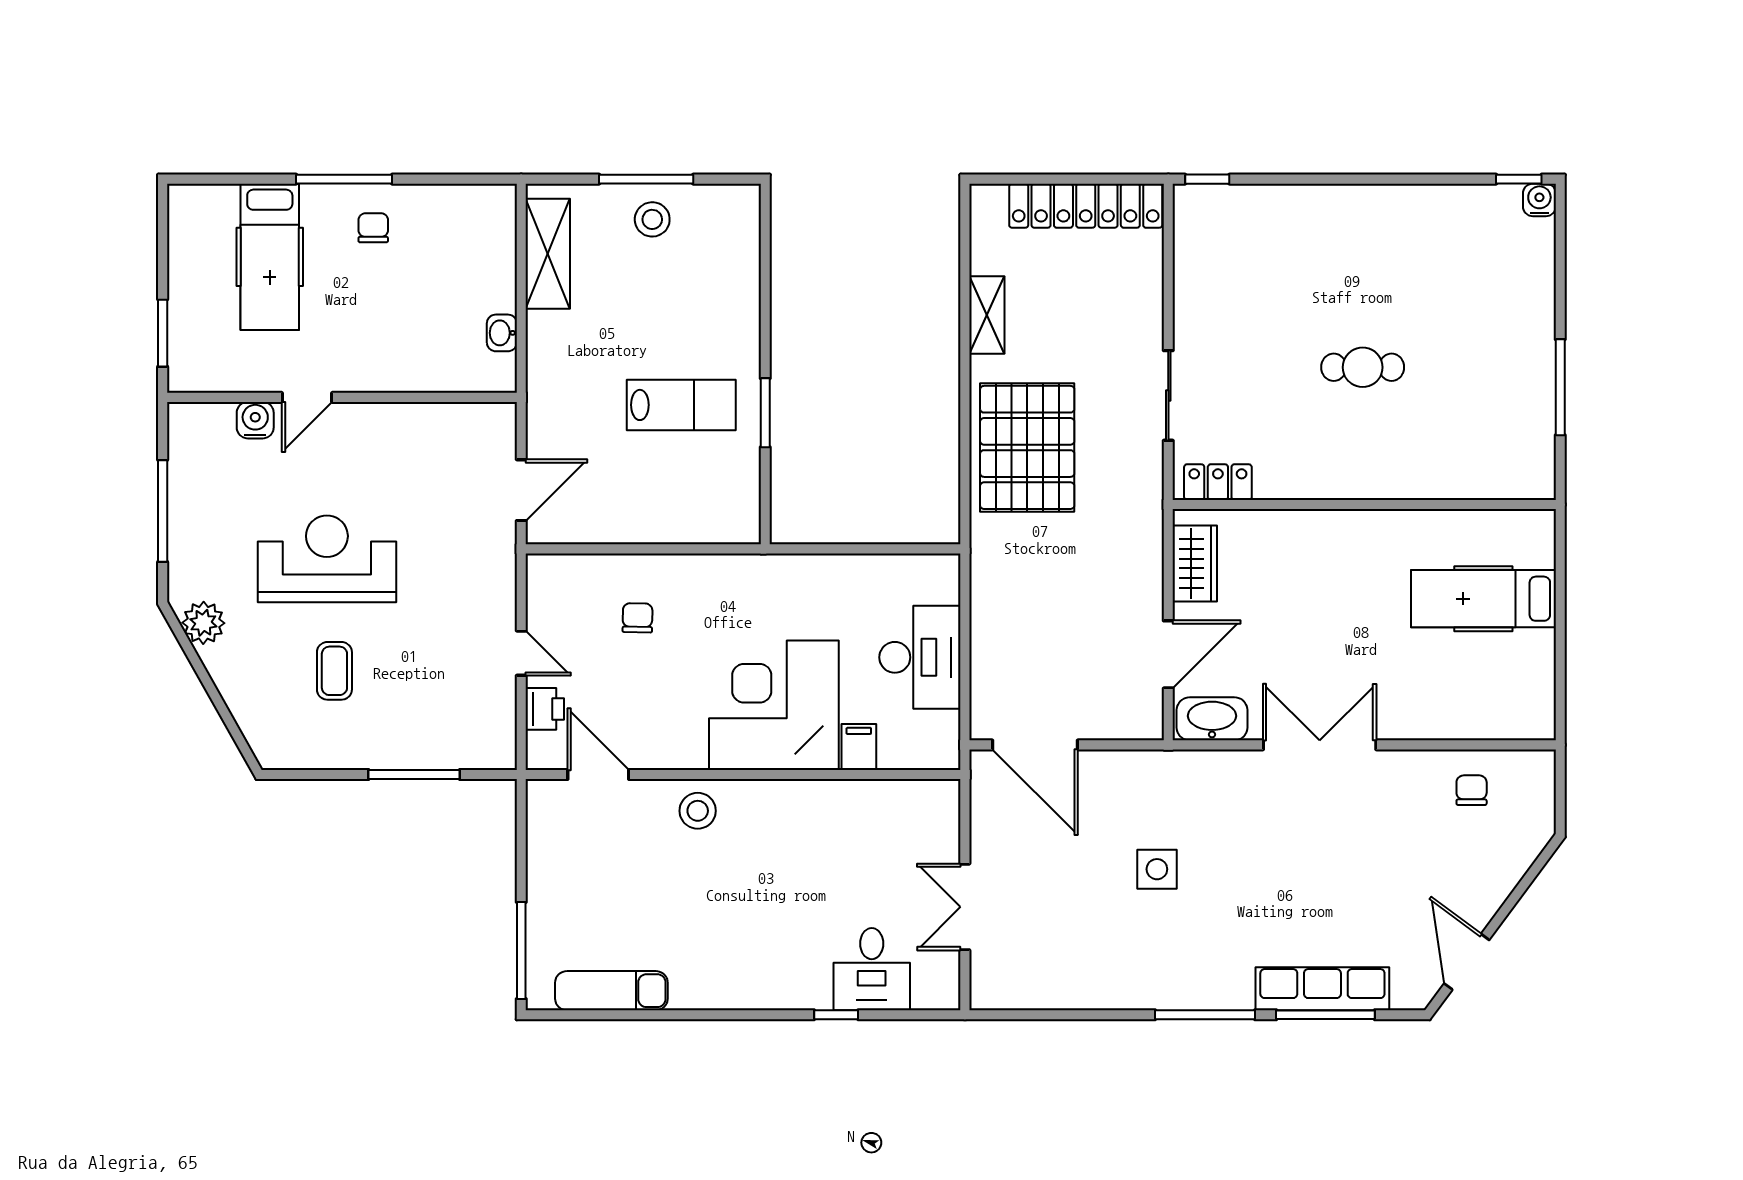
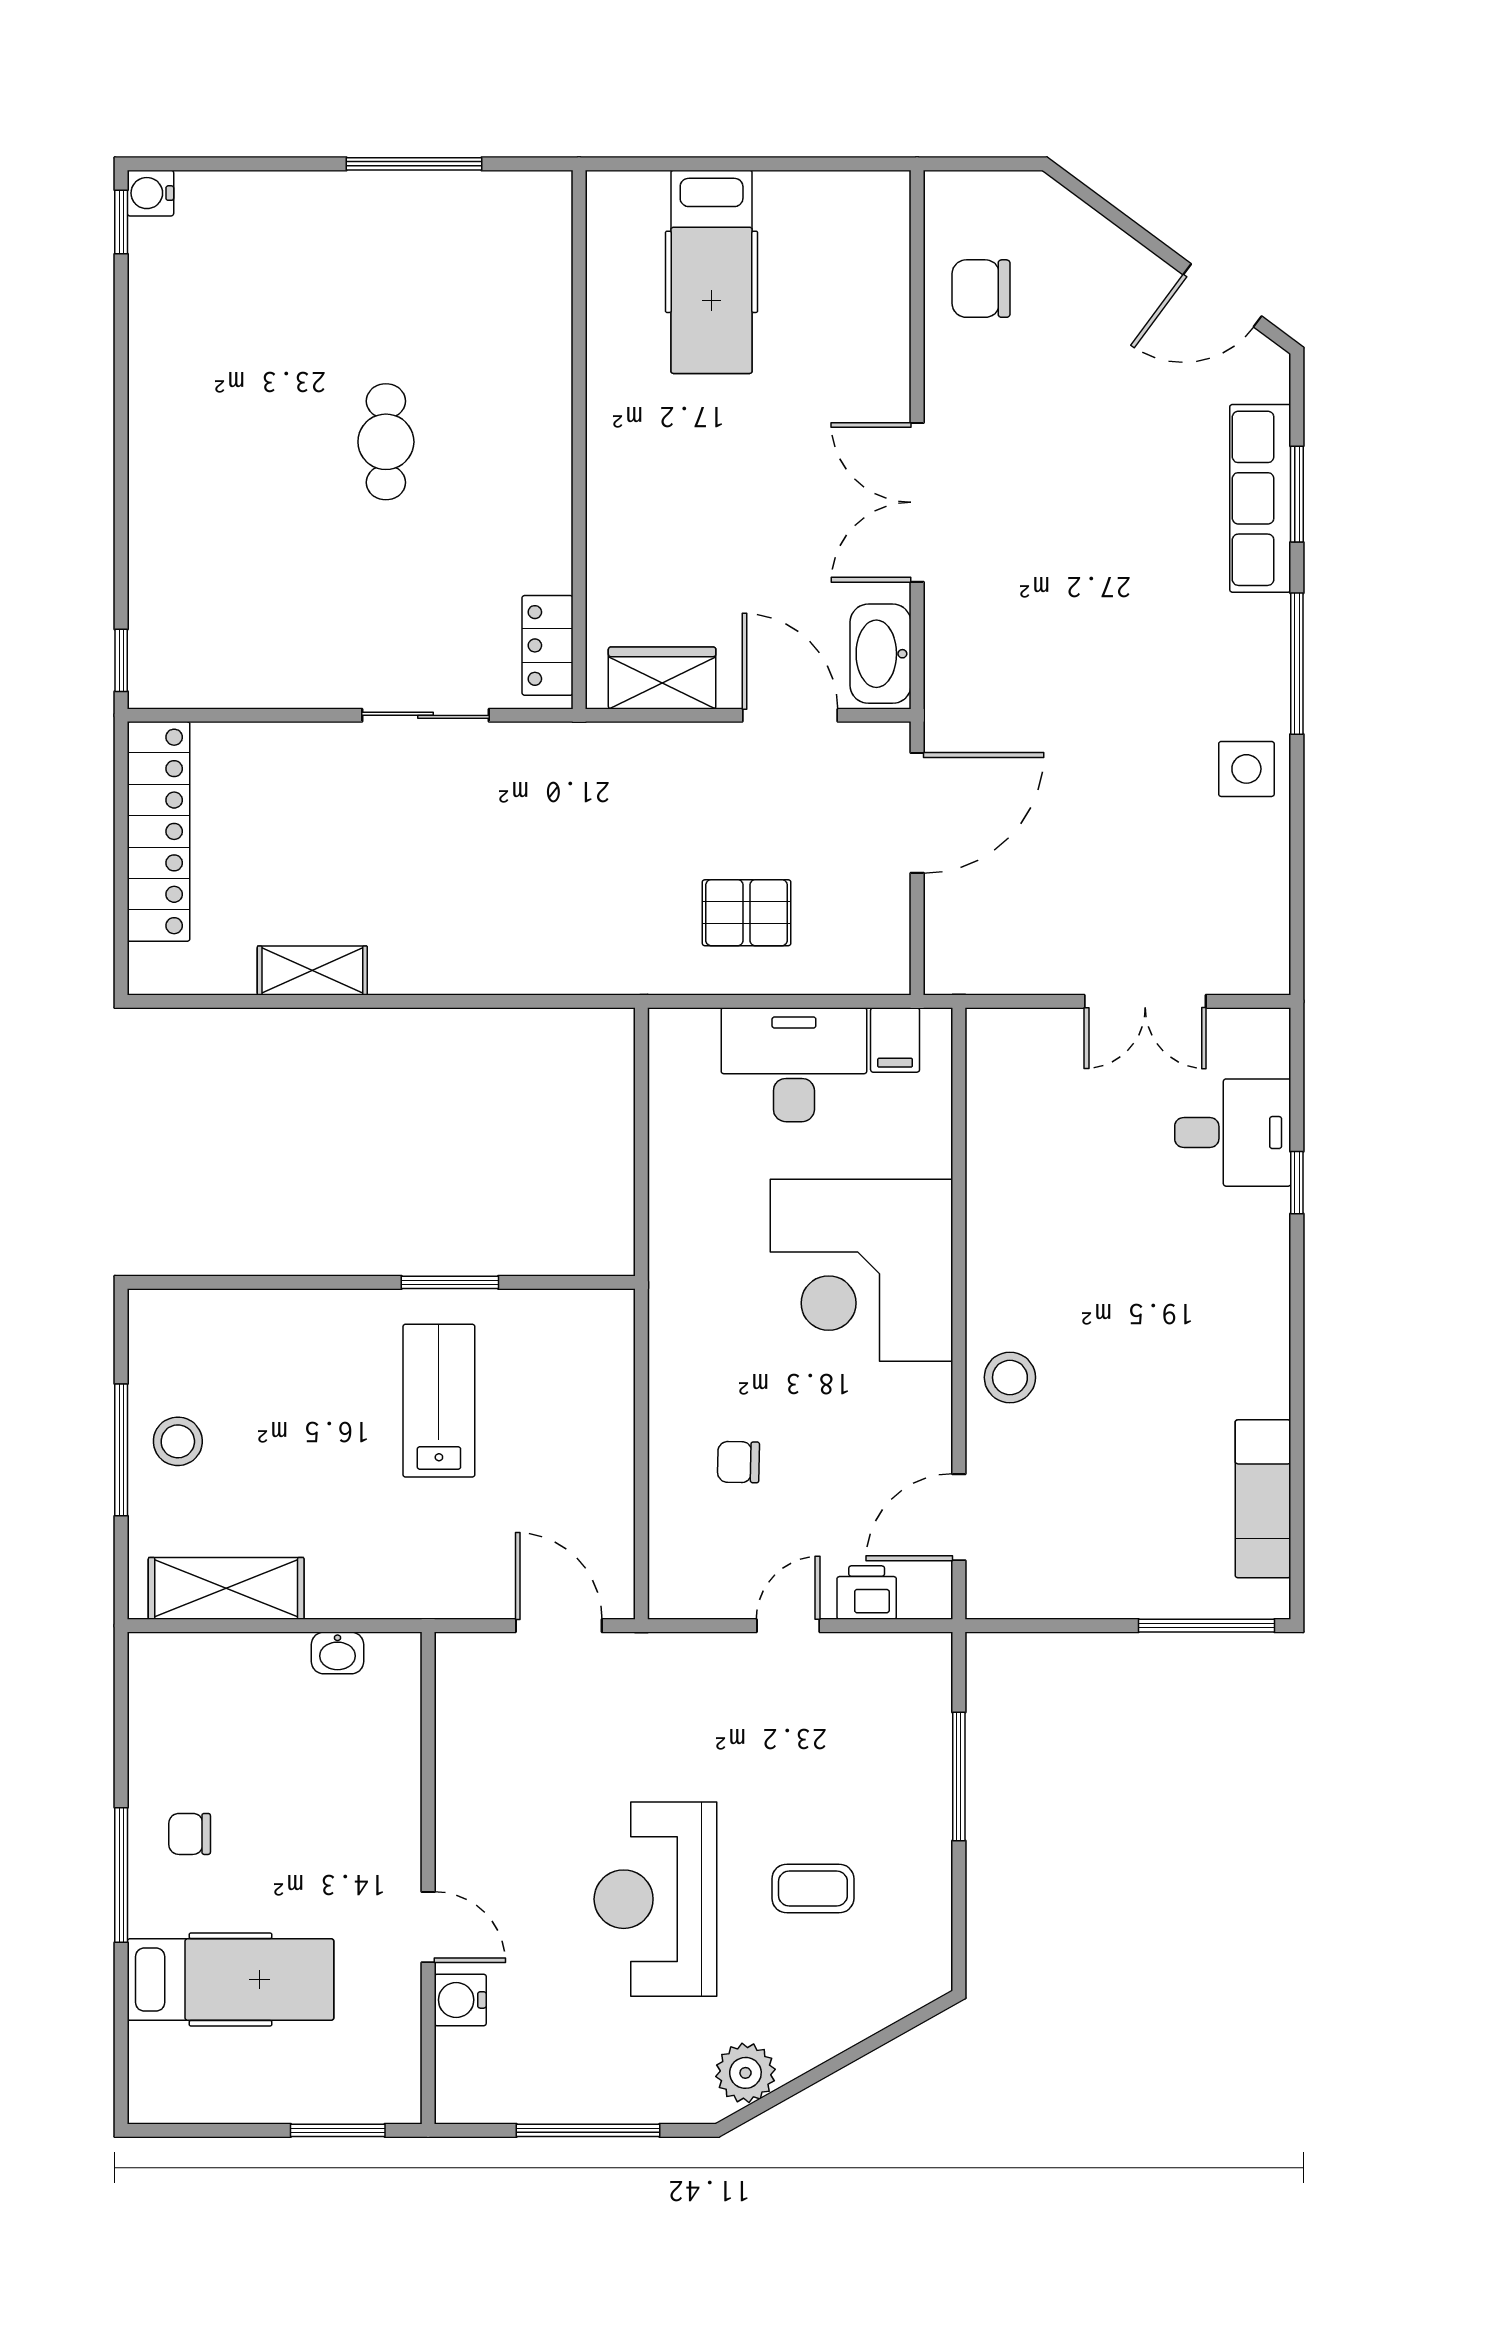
pallet: (1027, 447) -> (747, 913), moved, width x0.49, depth x0.50
door: (1035, 745) -> (917, 813), moved
filing cabinet: (859, 747) -> (895, 1040), moved, turned -90
chair: (1472, 790) -> (981, 289), width x1.37, depth x1.37
side table: (1157, 869) -> (1246, 769), moved
window: (1325, 1015) -> (1297, 494), width x0.69

